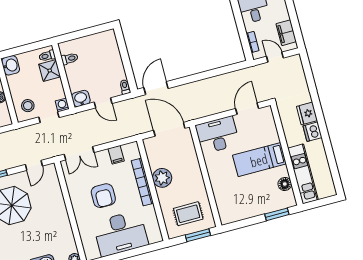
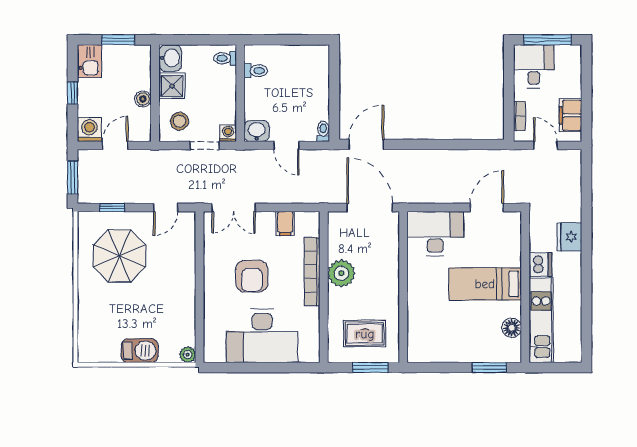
shower: (50, 70) -> (172, 86), moved
dishwasher: (312, 132) -> (540, 265), moved, turned 180

